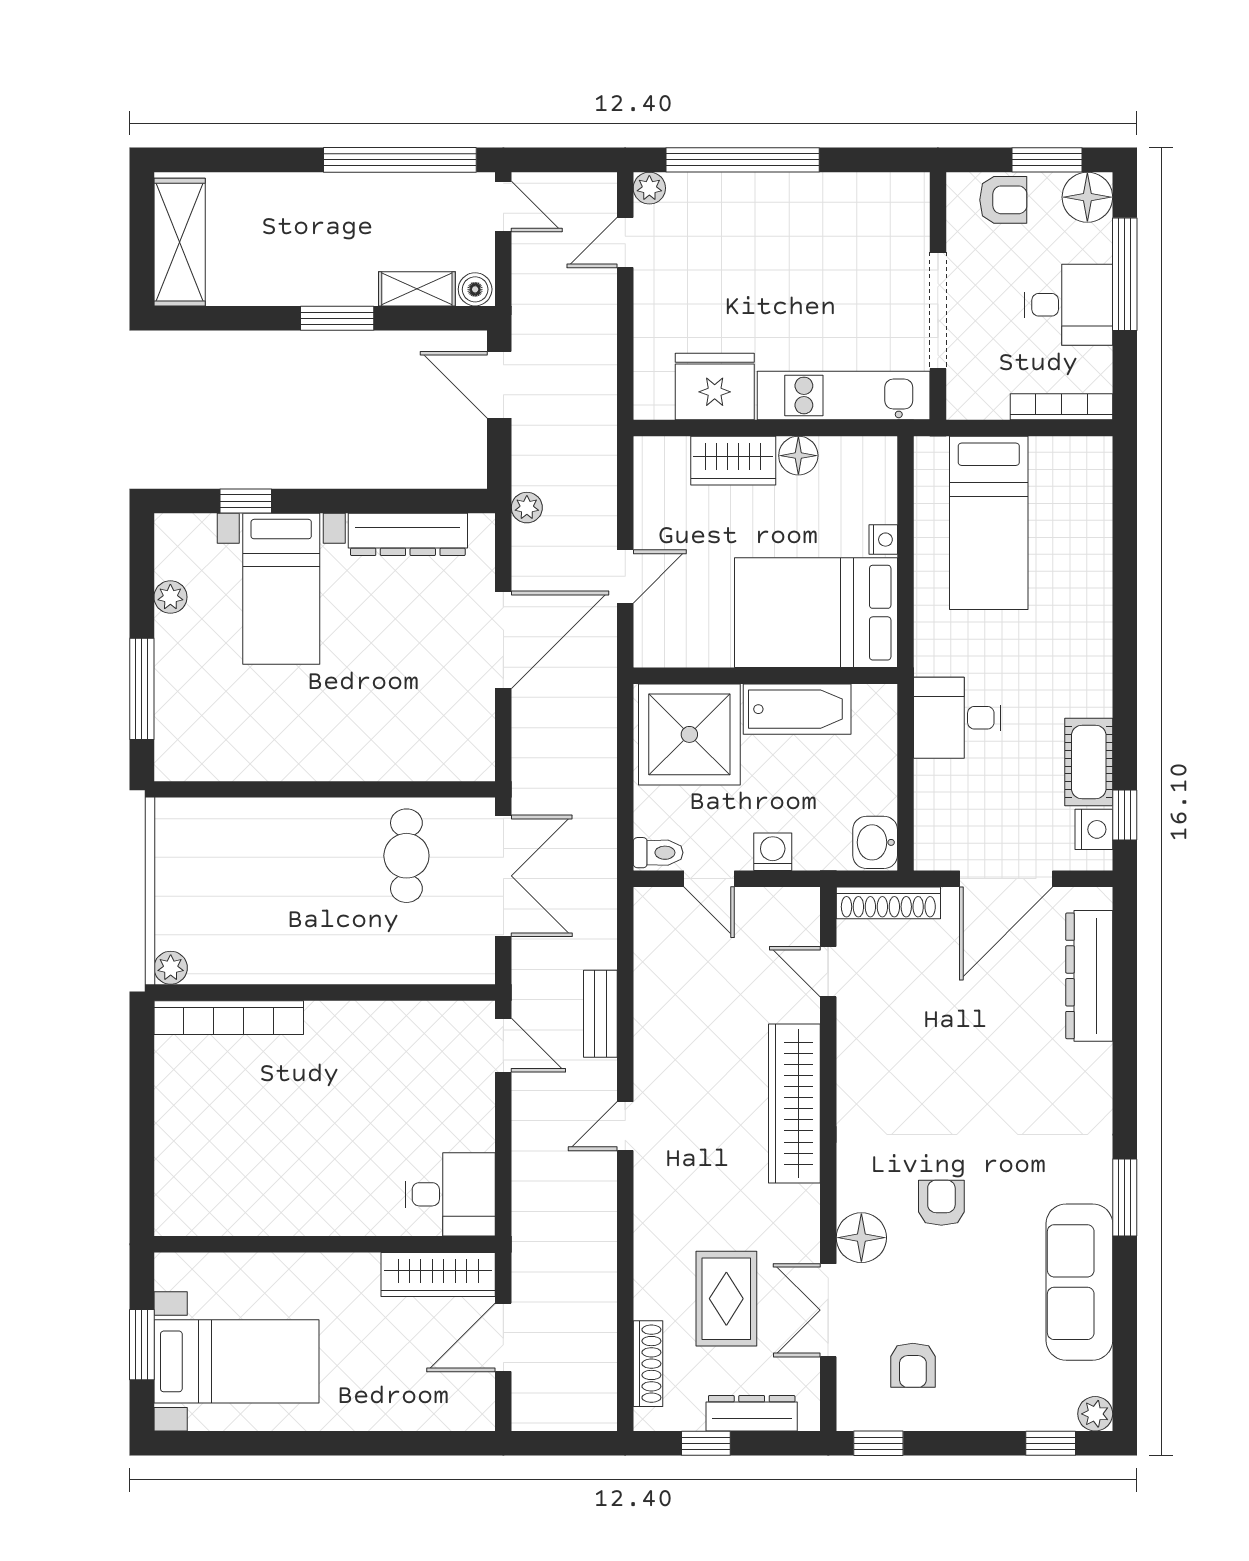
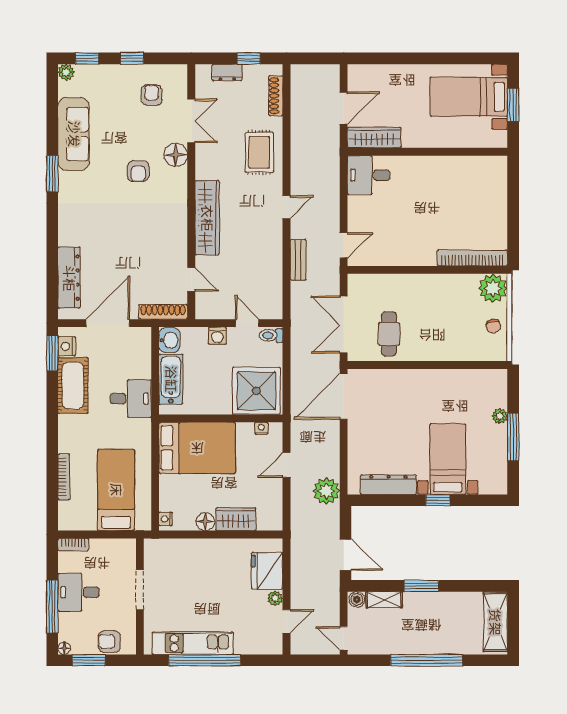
window: (400, 160) -> (427, 660), moved
window: (743, 160) -> (205, 660), moved
plant: (649, 188) -> (275, 598), moved
floor lamp: (1087, 197) -> (64, 648), width x0.53, depth x0.53
doorway: (938, 311) -> (140, 590), width x0.73
fridge: (715, 386) -> (267, 571), moved, turned 90
kitchen unit: (844, 395) -> (193, 643), moved, turned 180
bookcase: (1061, 407) -> (73, 544), width x0.64
window: (246, 501) -> (438, 500), moved
plant: (527, 508) -> (326, 491), width x1.88, depth x1.88
nightstand: (883, 540) -> (165, 519), moved
bookcase: (1100, 551) -> (64, 477), added
plant: (170, 597) -> (500, 416), moved
door: (503, 640) -> (344, 396), moved
nightstand: (679, 654) -> (261, 428), added
window: (142, 689) -> (513, 437), moved
bathtub: (797, 709) -> (171, 379), moved, turned 90
cot: (1089, 762) -> (73, 385), width x1.37, depth x1.34
window: (1125, 815) -> (52, 353), width x1.50
chair: (184, 872) -> (493, 326), added
plant: (171, 968) -> (493, 288), width x1.87, depth x1.87
door: (503, 1045) -> (344, 245), swing flipped
rug: (726, 1299) -> (259, 152), moved
dresser: (752, 1413) -> (227, 72), width x0.70
window: (878, 1443) -> (132, 58), moved

